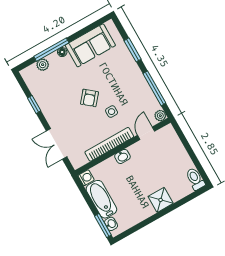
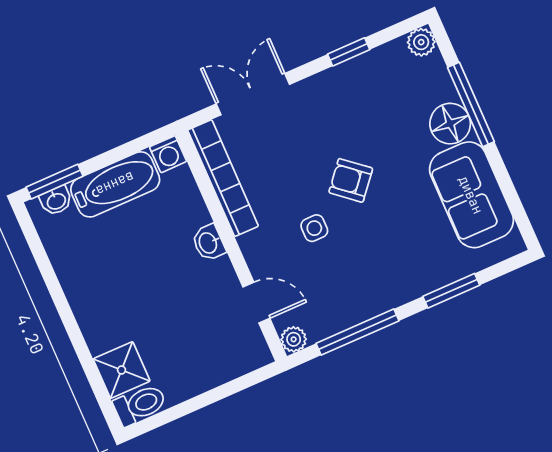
floor lamp: (62, 52) -> (450, 124), width x1.89, depth x1.89
plant: (43, 65) -> (421, 42), moved
bookcase: (109, 144) -> (223, 178), moved
shower: (161, 200) -> (122, 370), moved

